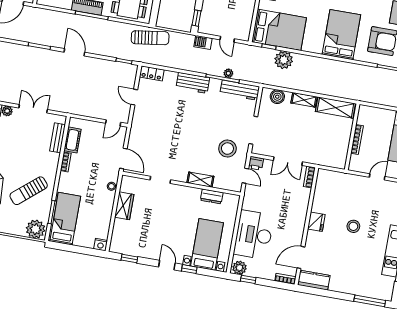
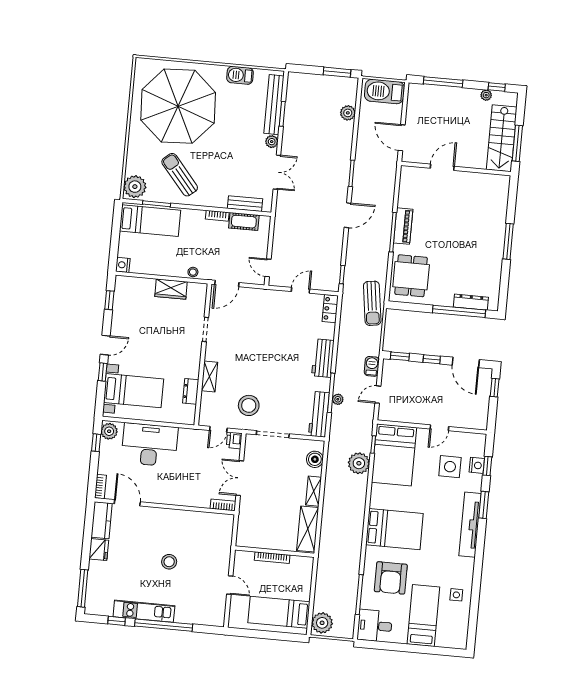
fridge: (316, 222) -> (99, 550), moved, turned -90

